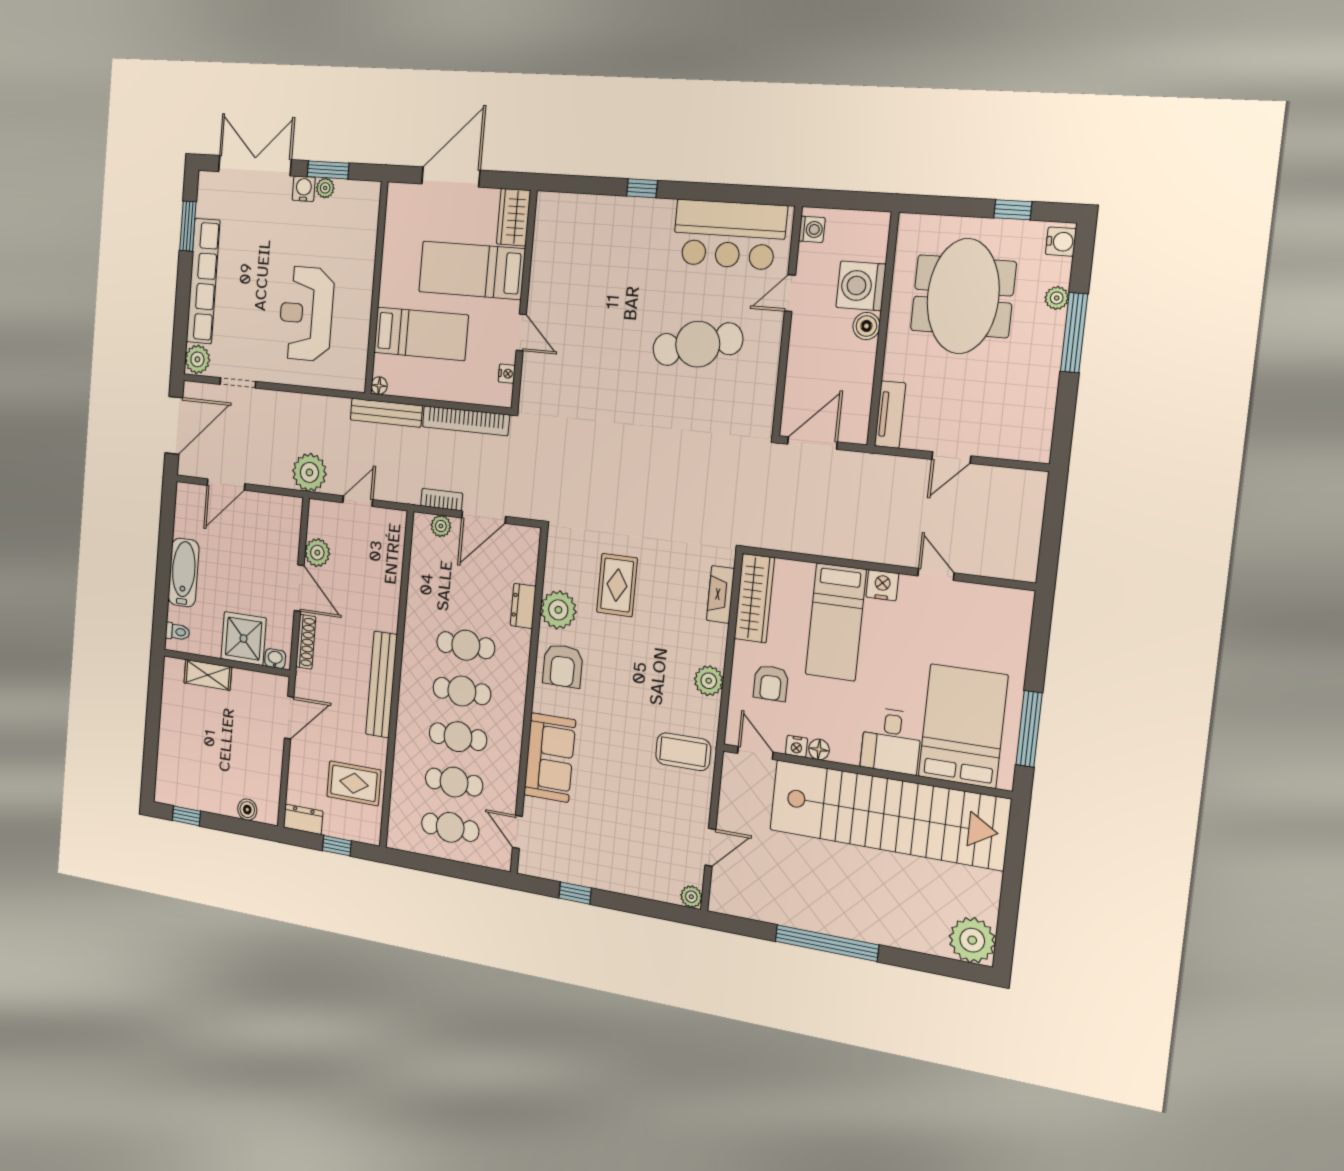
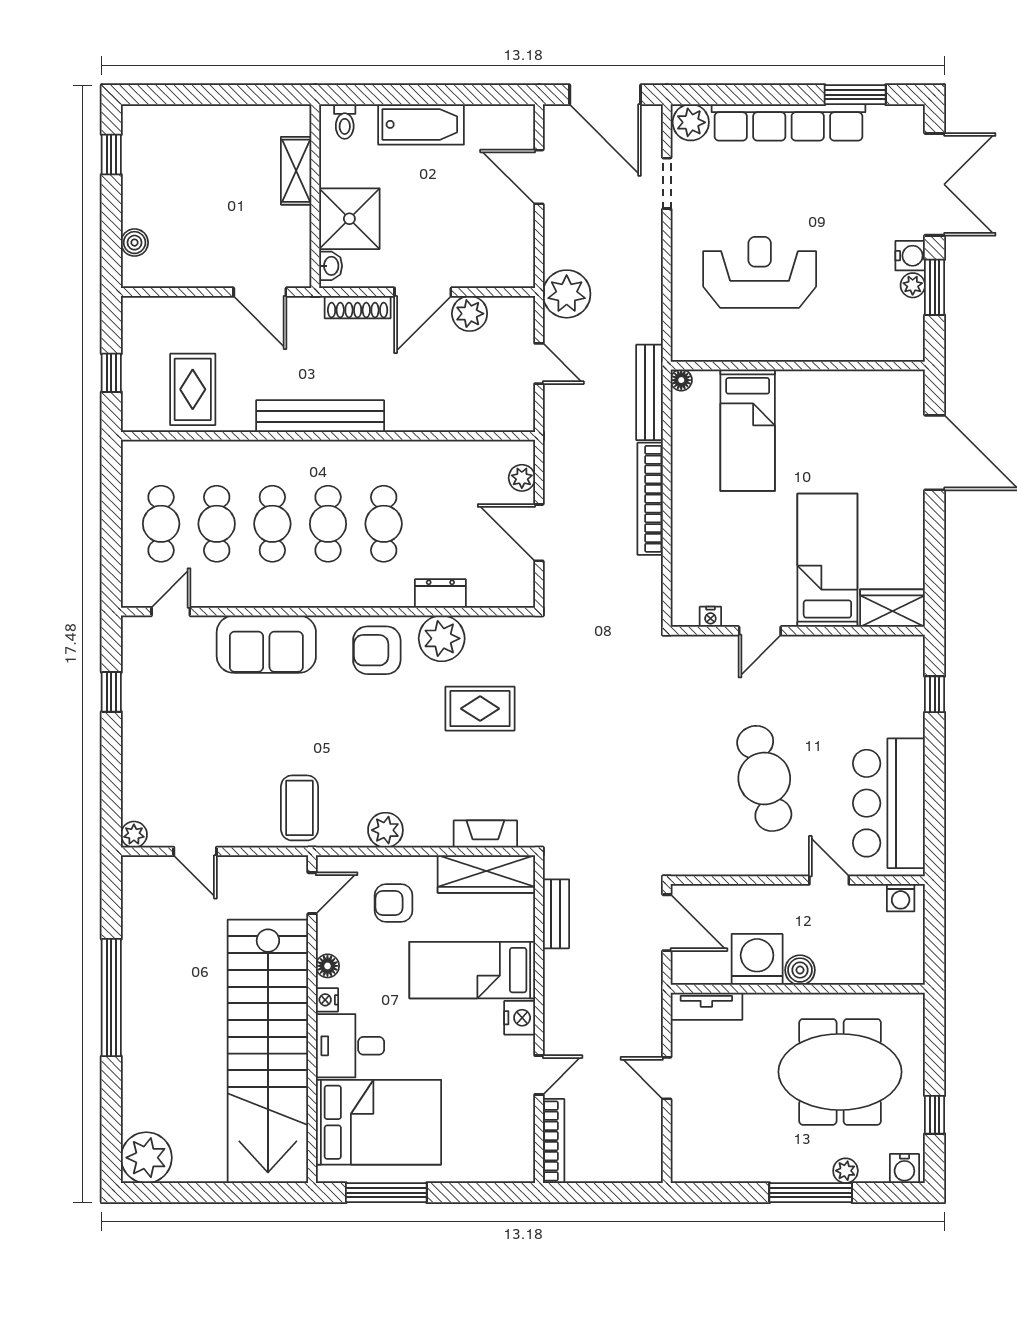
wardrobe: (513, 217) -> (892, 608), moved
bed: (472, 270) -> (827, 560), moved
washing machine: (861, 286) -> (757, 959), moved
wall: (524, 300) -> (798, 631), moved
door: (521, 332) -> (760, 631), moved
nightstand: (507, 374) -> (710, 617), moved
bookcase: (442, 500) -> (554, 1141), moved, width x1.56
bench: (795, 541) -> (556, 914), added
nightstand: (797, 746) -> (327, 1000), moved
dresser: (303, 819) -> (136, 323), removed

